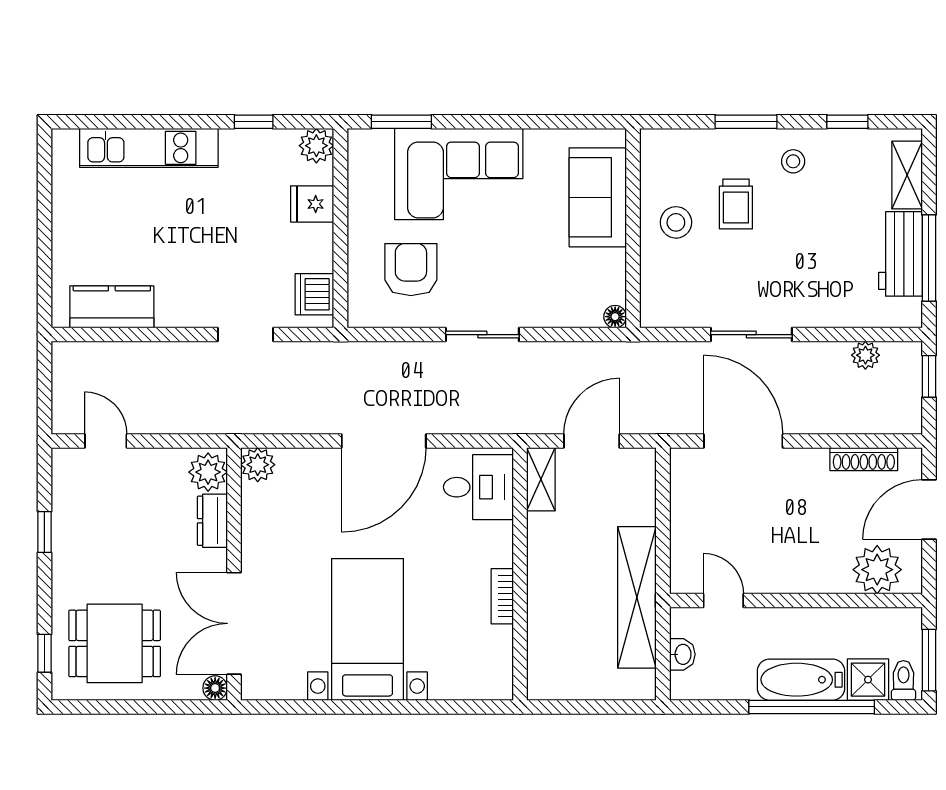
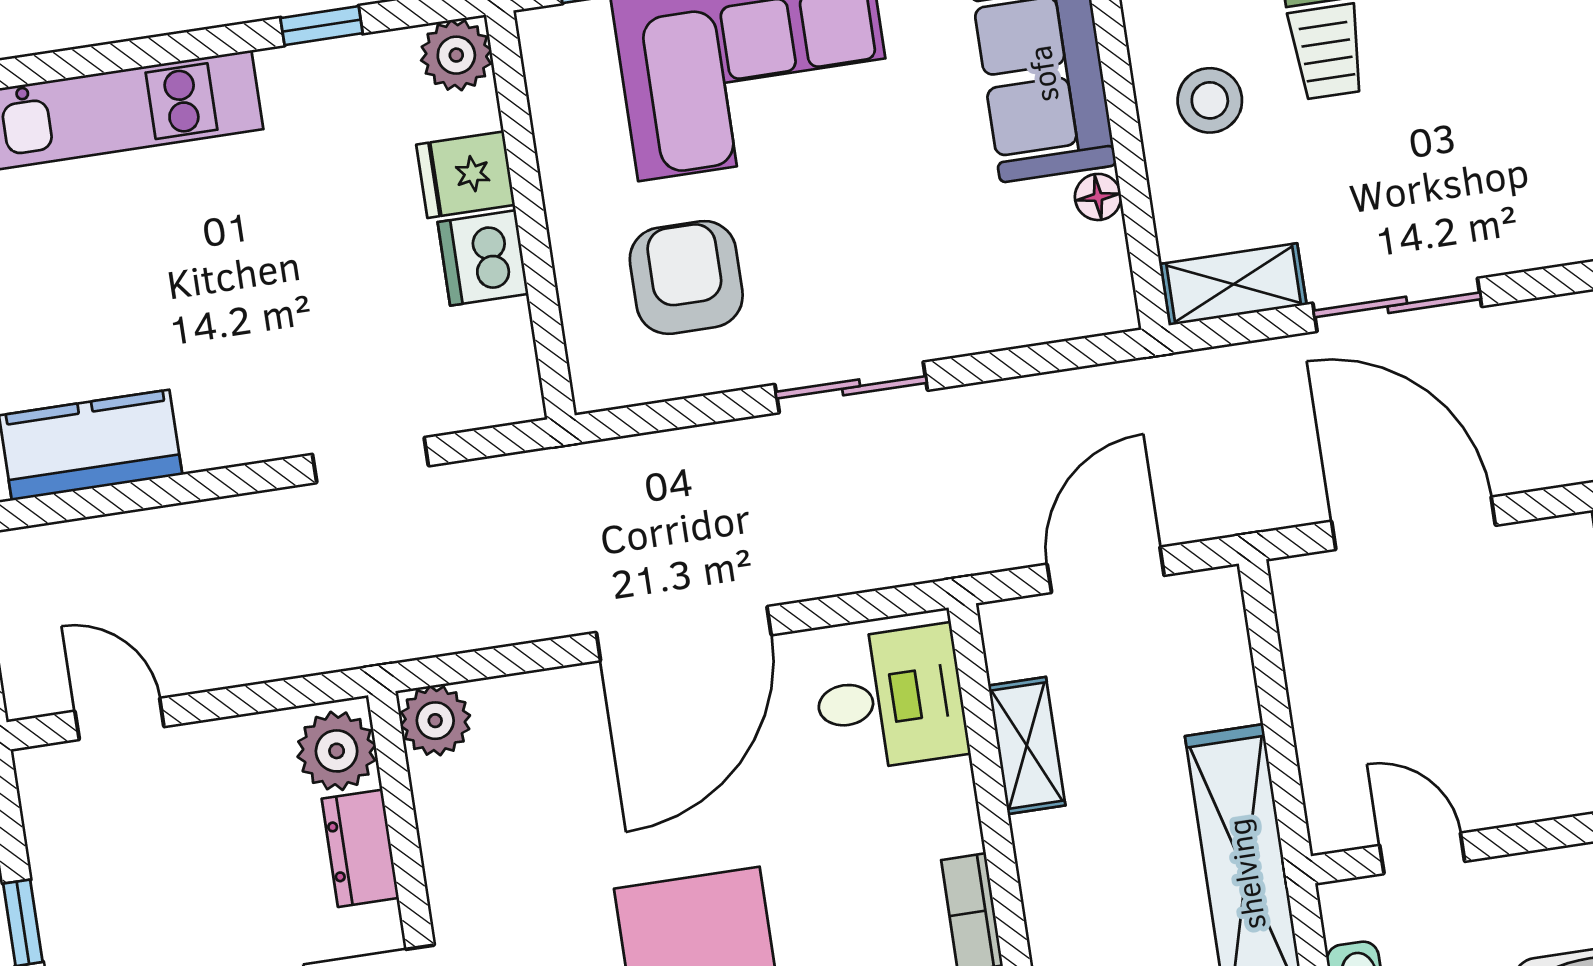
dishwasher: (314, 294) -> (483, 258), moved
shelving: (674, 313) -> (1234, 284), added
floor lamp: (615, 317) -> (1098, 197), moved
shelving: (541, 479) -> (1027, 746), moved

